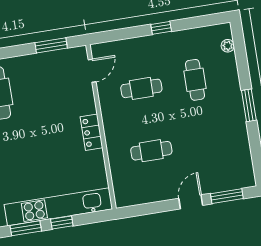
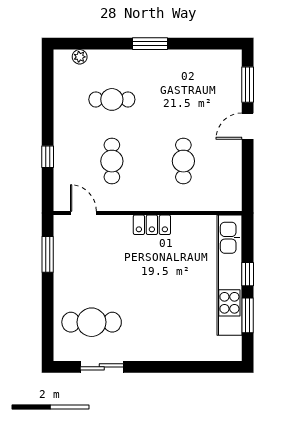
window: (161, 28) -> (48, 157), moved
door: (191, 202) -> (248, 126), hinge flipped

